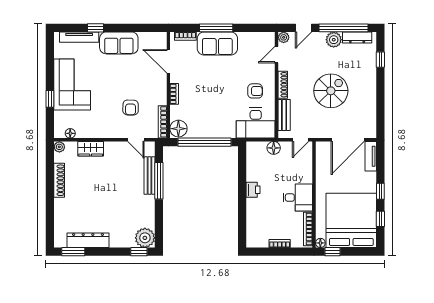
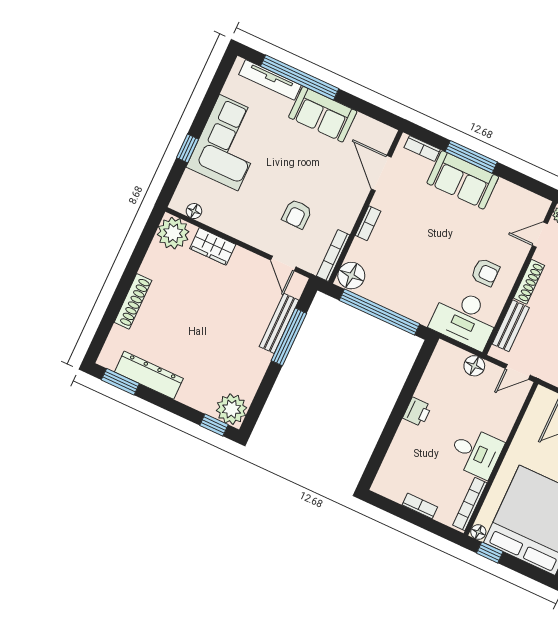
window: (96, 28) -> (300, 77), width x3.17
plant: (59, 147) -> (173, 233), width x1.87, depth x1.87
shoe rack: (59, 180) -> (133, 301), moved

